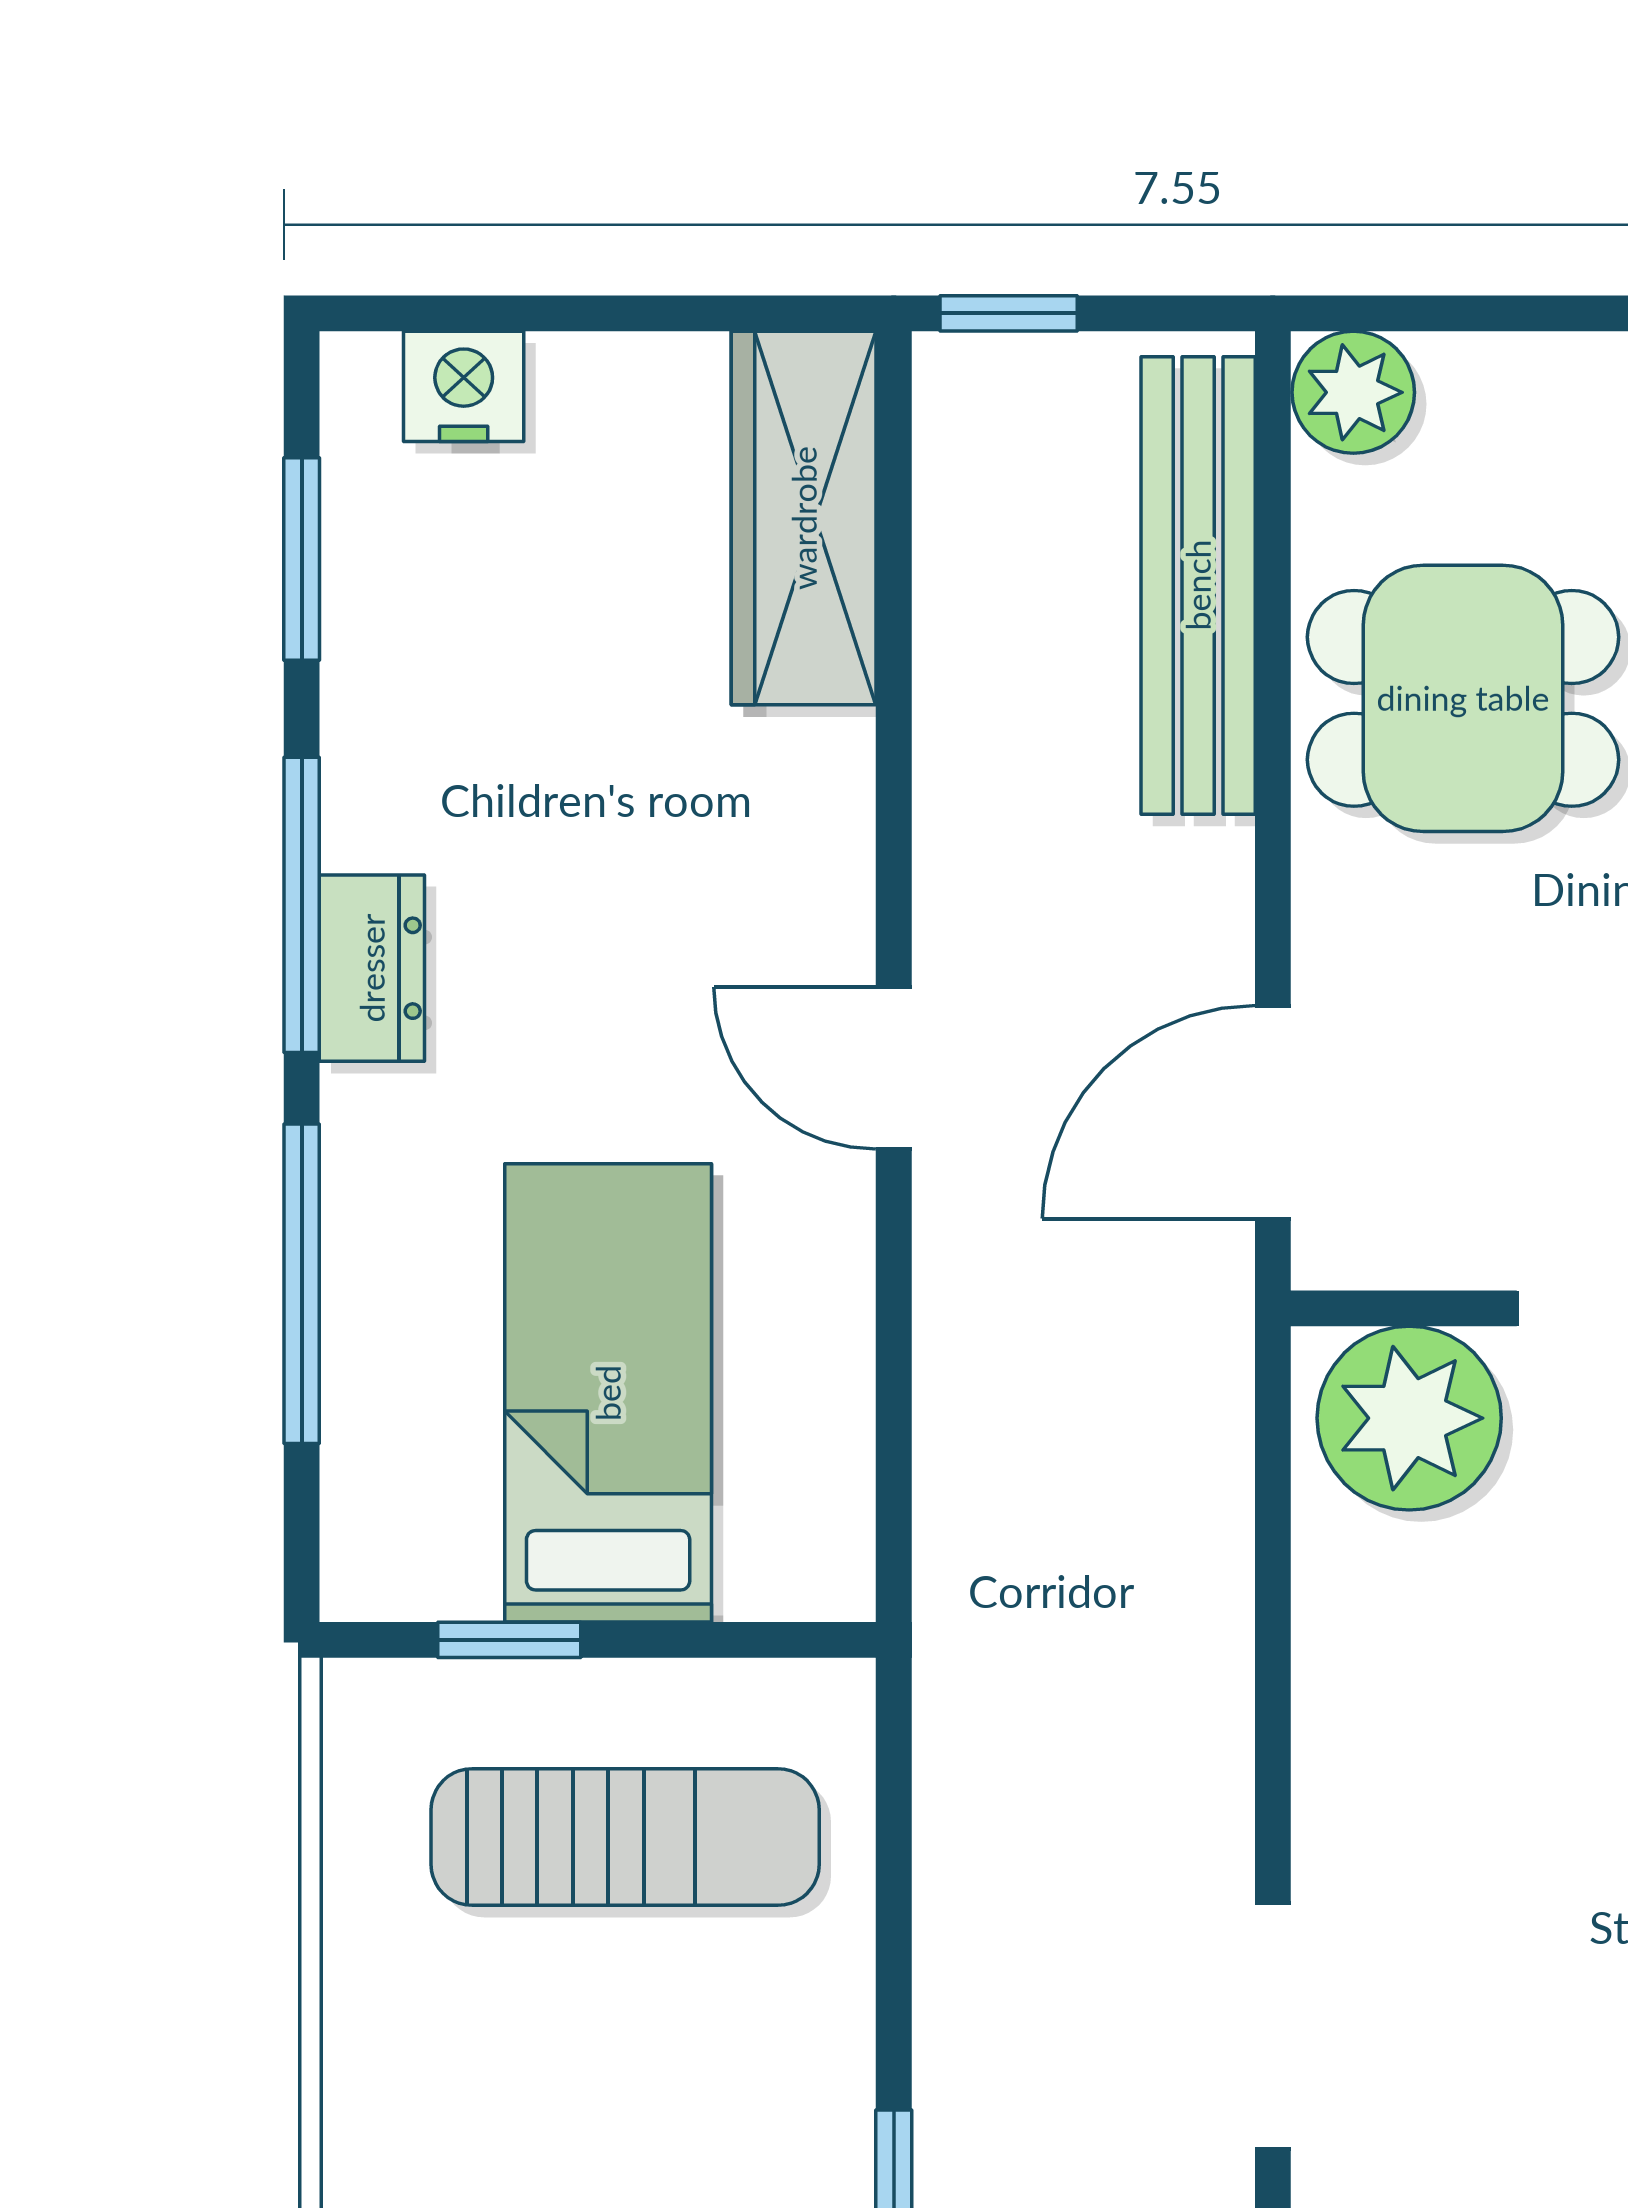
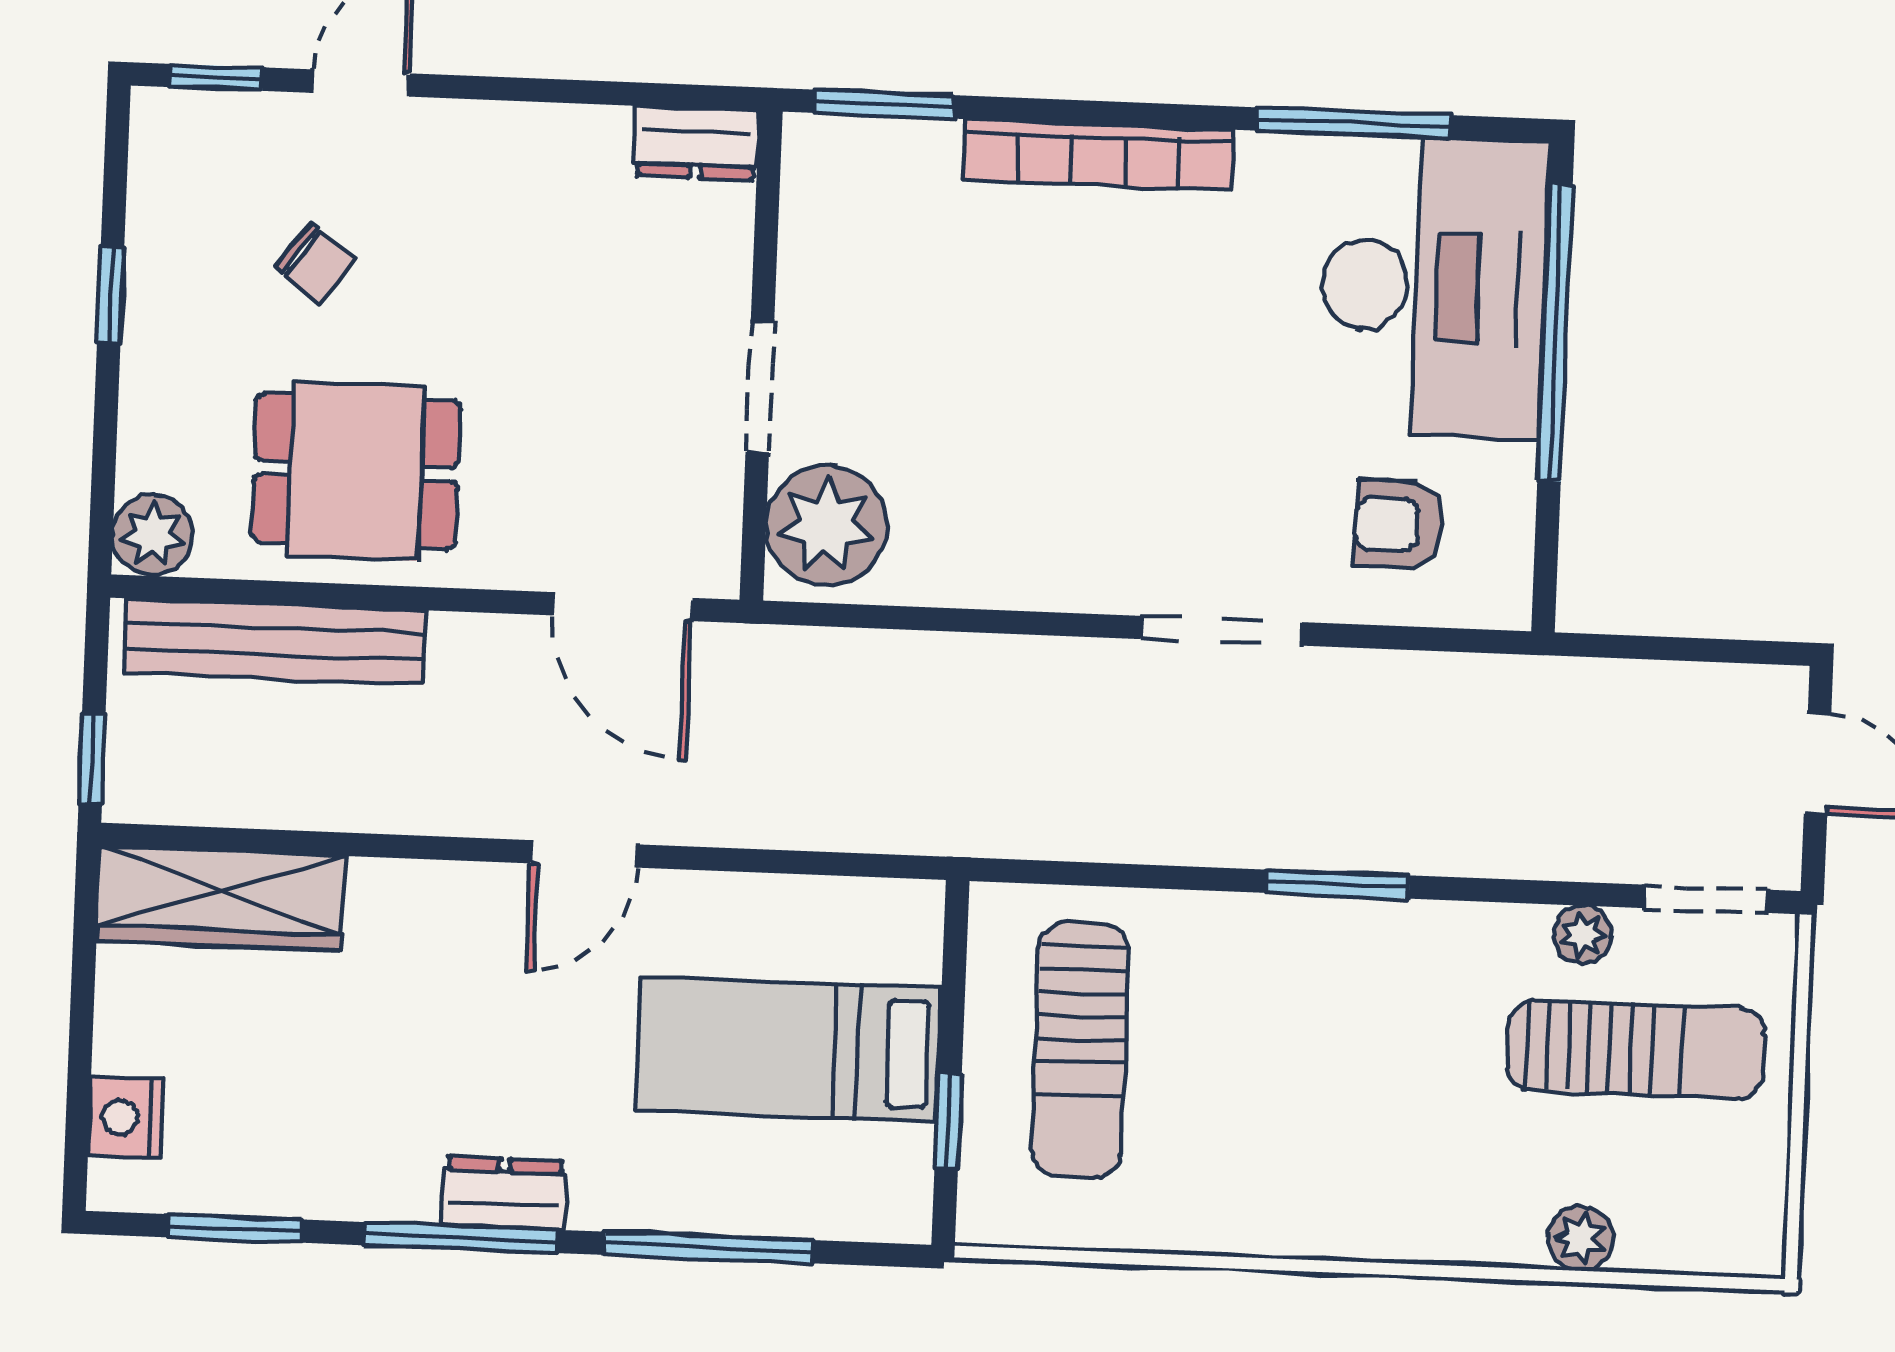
dining table: (1463, 698) -> (356, 471), turned 90
sun lounger: (625, 1837) -> (1080, 1050), turned 180

